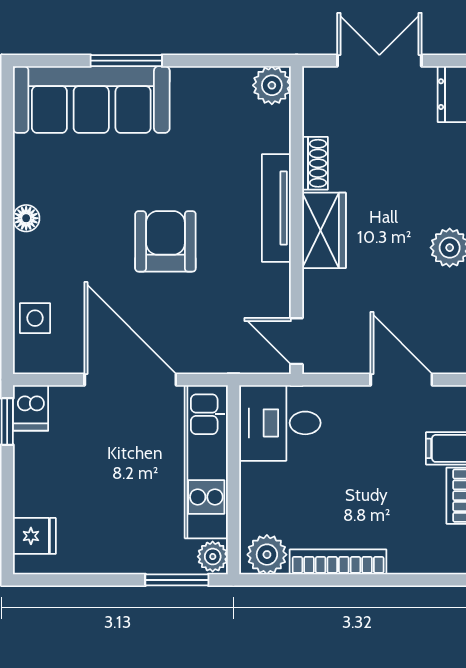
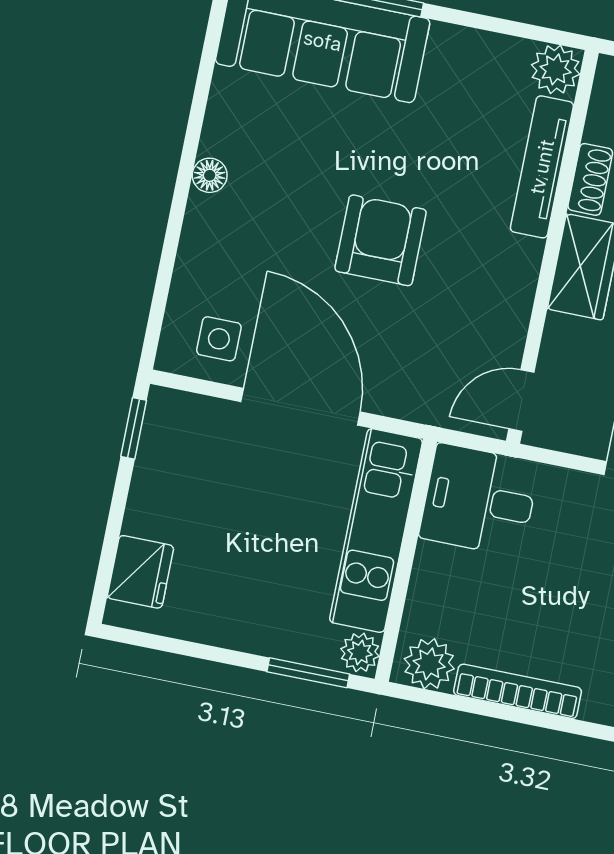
tv unit: (276, 208) -> (542, 167), moved
side table: (35, 318) -> (219, 339), moved
door: (297, 341) -> (521, 401), hinge flipped
dishwasher: (30, 408) -> (167, 417), removed
fridge: (34, 536) -> (140, 572), width x1.38

